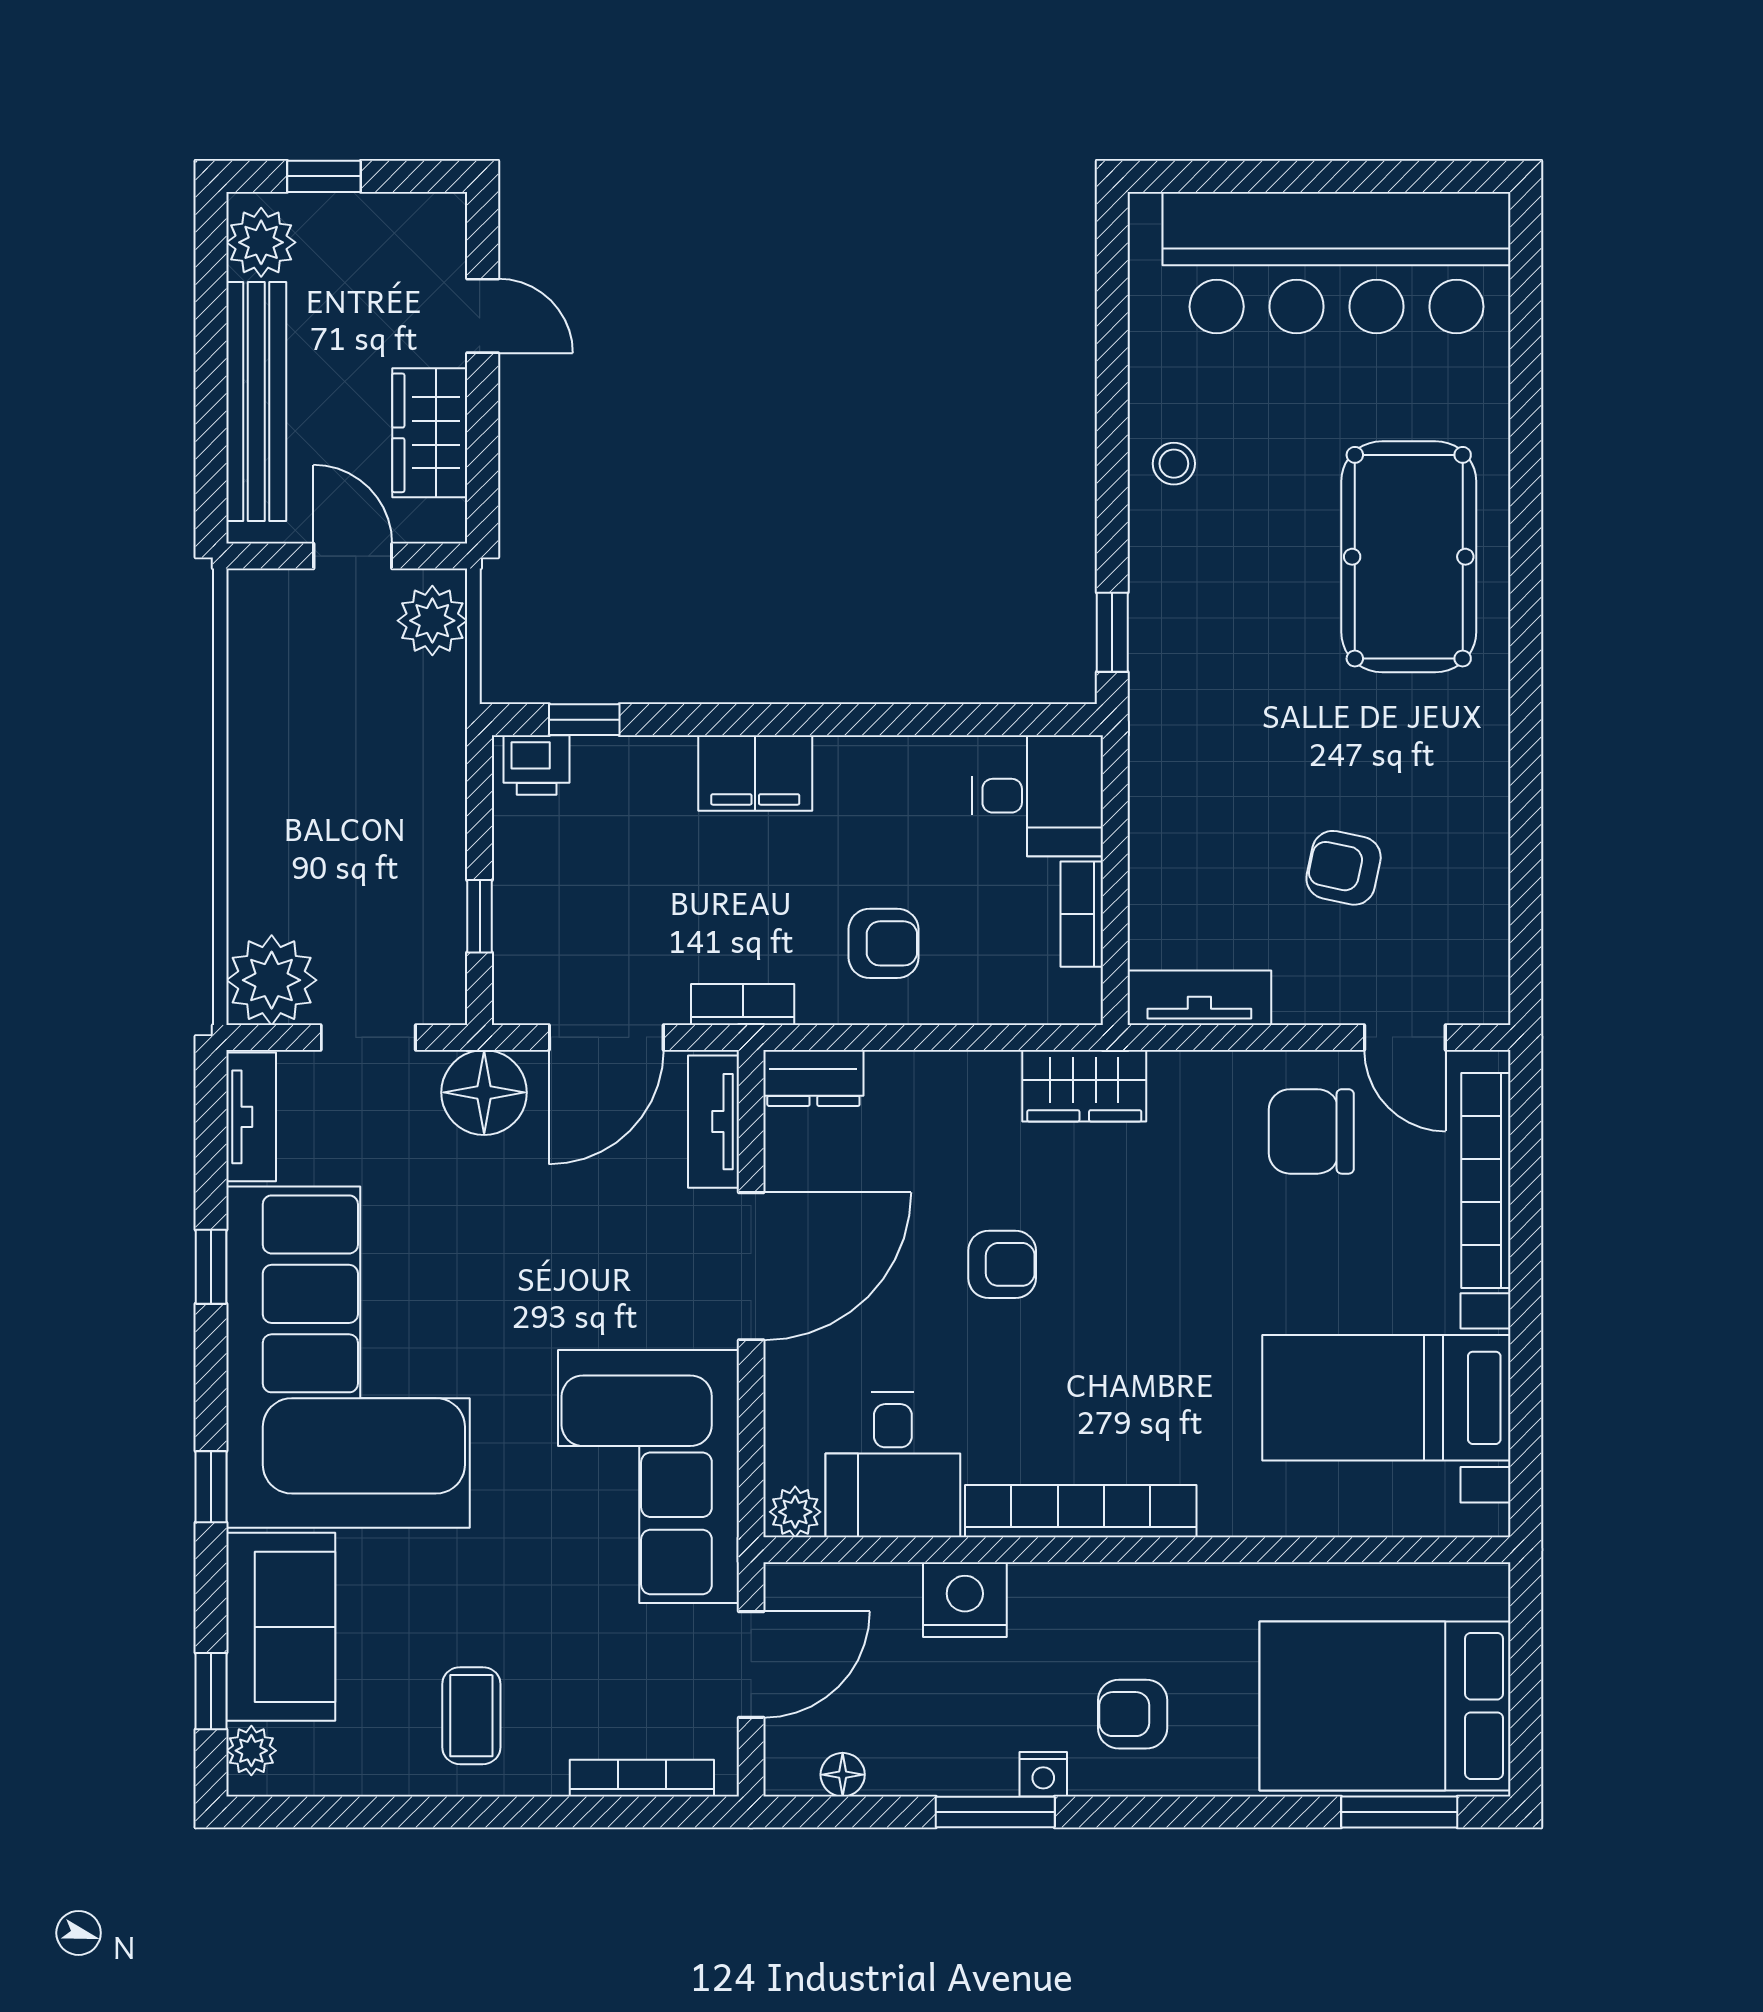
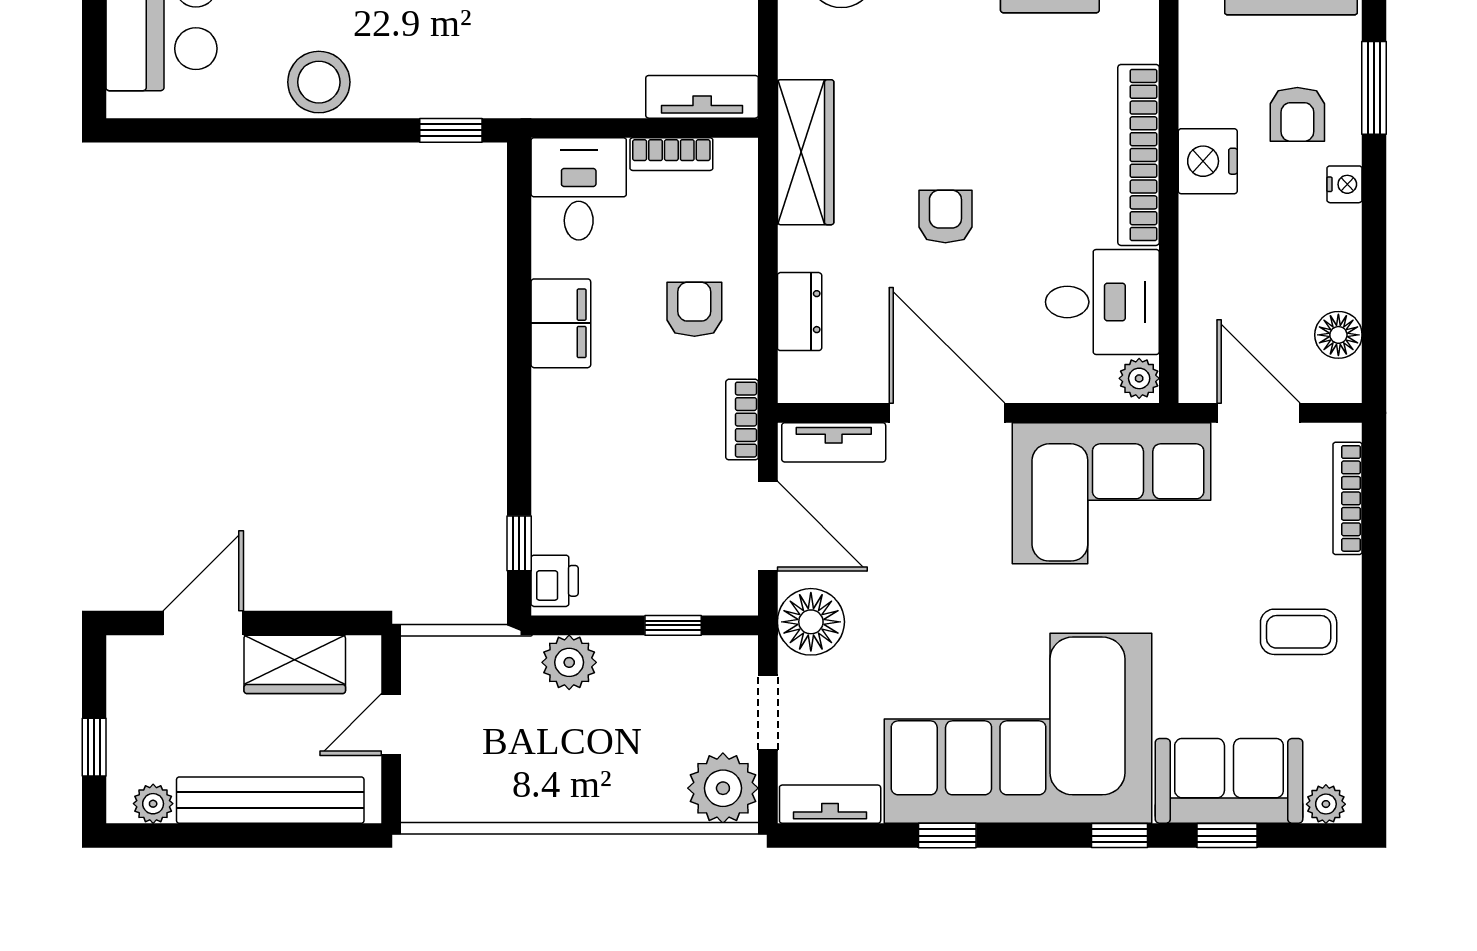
plant: (261, 242) -> (153, 804), width x0.73, depth x0.73
door: (483, 316) -> (203, 623), width x1.38
stool: (1174, 464) -> (319, 82), width x1.89, depth x1.89
plant: (432, 621) -> (569, 662), moved
filing cabinet: (755, 773) -> (561, 323), moved
tv unit: (1199, 998) -> (702, 97), moved, turned 90
dresser: (813, 1078) -> (800, 312), moved
wardrobe: (1084, 1086) -> (806, 152), width x1.50
nightstand: (965, 1600) -> (1208, 161), moved
window: (211, 1691) -> (1227, 836), moved
floor lamp: (843, 1775) -> (1338, 335), width x1.37, depth x1.37
window: (995, 1812) -> (1374, 88), moved

